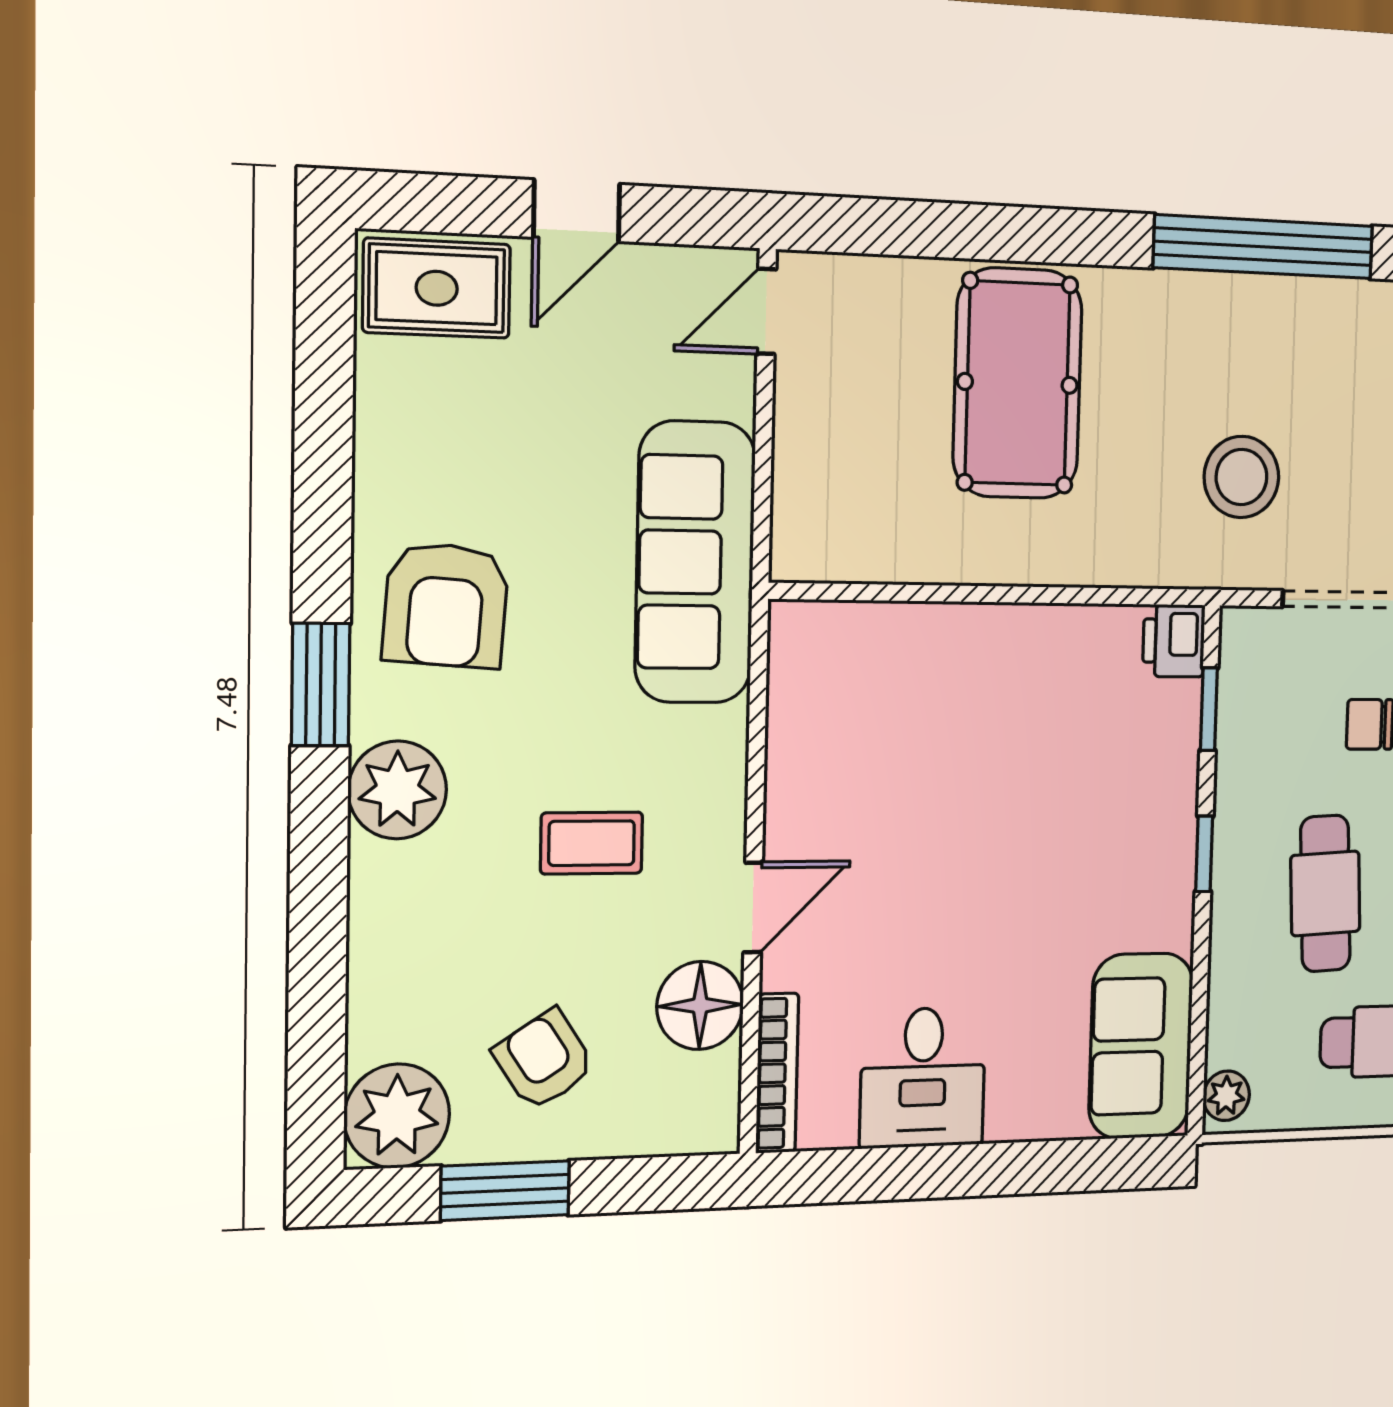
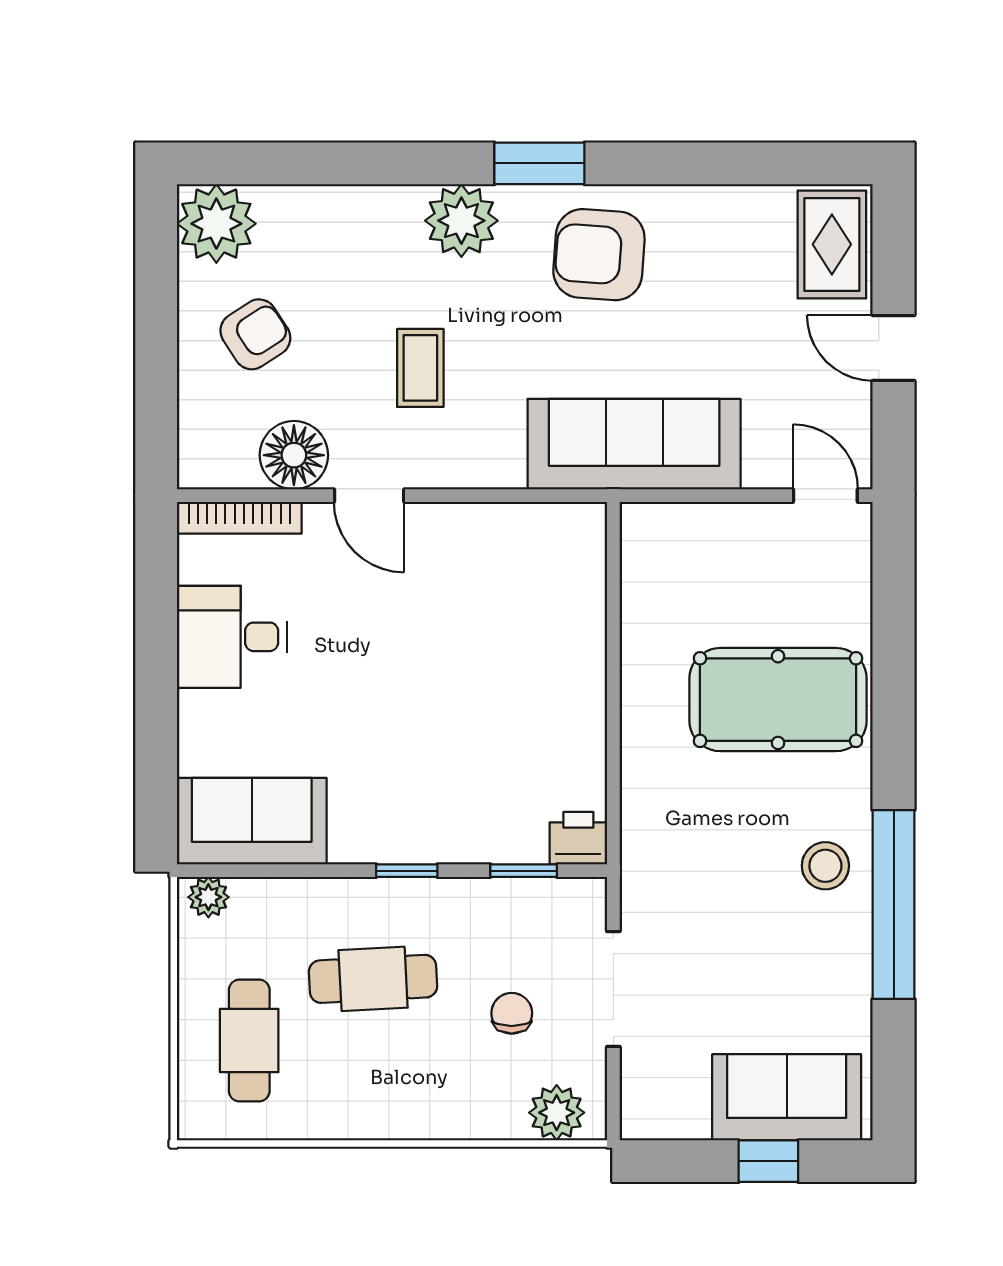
stool: (1241, 477) -> (825, 866), moved, width x0.73, depth x0.73
window: (505, 1191) -> (156, 306), removed

